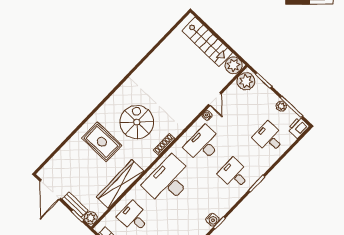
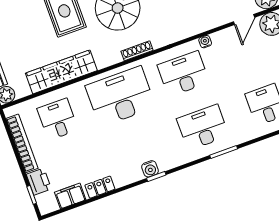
door: (215, 99) -> (244, 20), moved
desk: (234, 174) -> (203, 127), width x1.37

